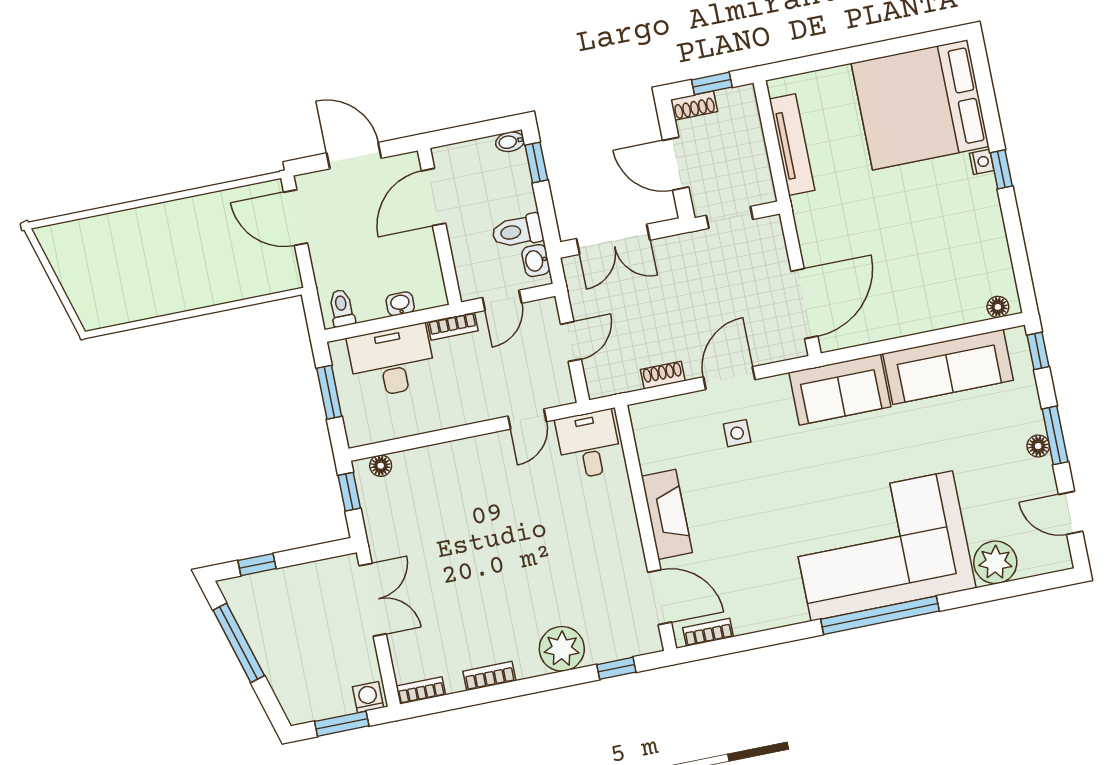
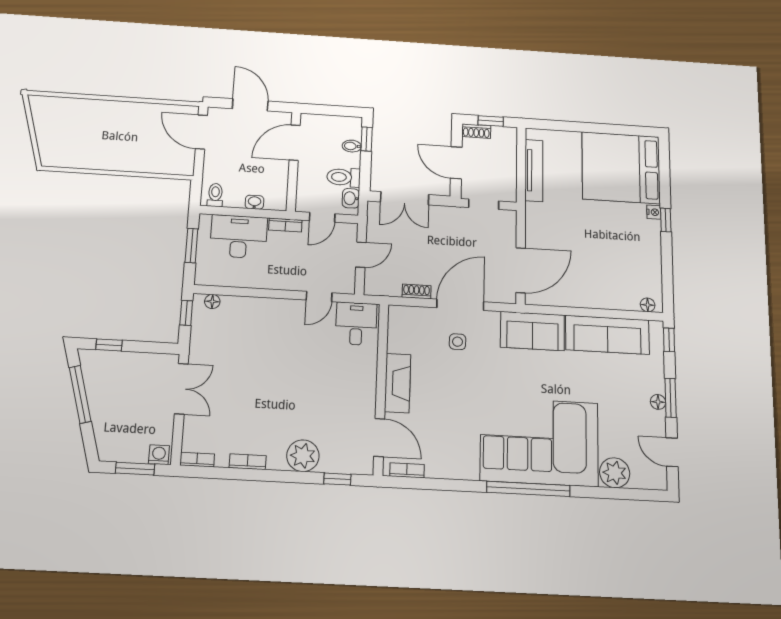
bidet: (510, 142) -> (352, 146), moved
door: (729, 378) -> (460, 305), width x1.36

